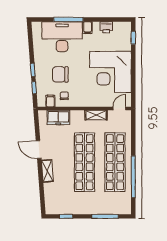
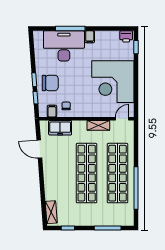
printer: (106, 27) -> (126, 36), moved
chair: (60, 74) -> (50, 83), moved, turned 180
door: (39, 149) -> (39, 149), moved
shelving: (47, 171) -> (51, 212), moved

